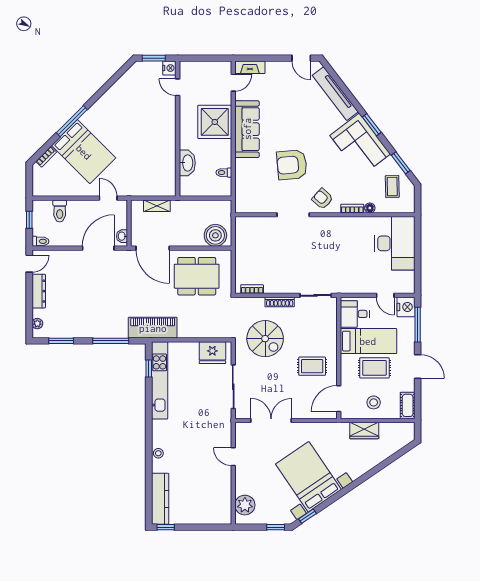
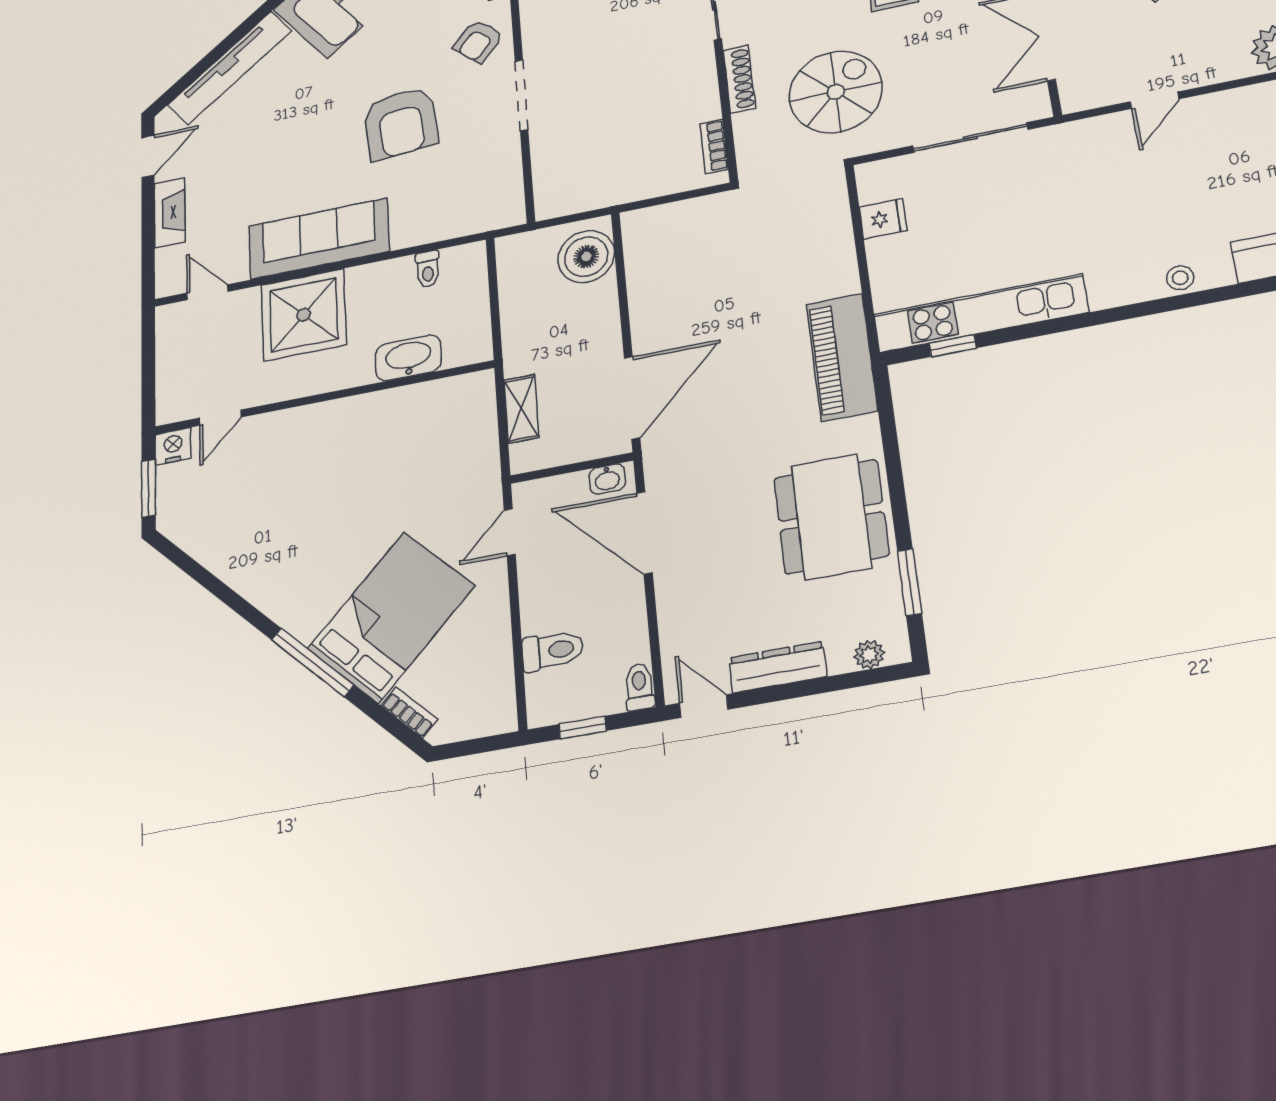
fireplace: (250, 67) -> (170, 213), moved
dining table: (197, 276) -> (831, 517), moved
window: (111, 341) -> (892, 454), removed
fridge: (212, 353) -> (883, 219), width x0.53, depth x0.75

